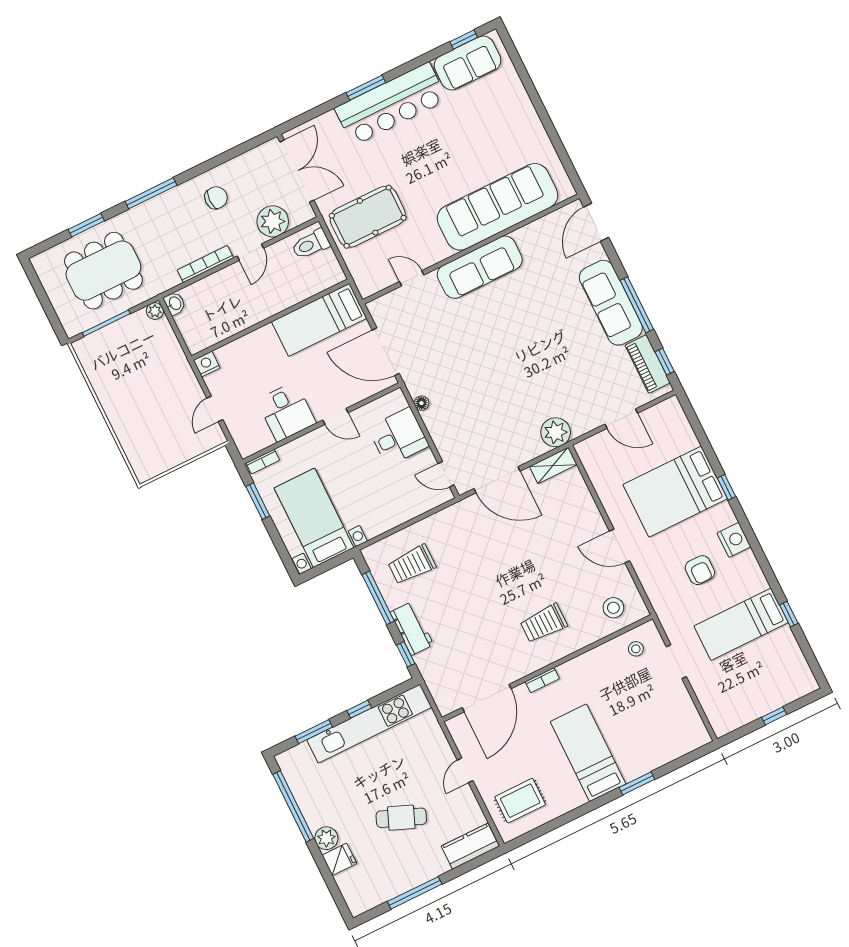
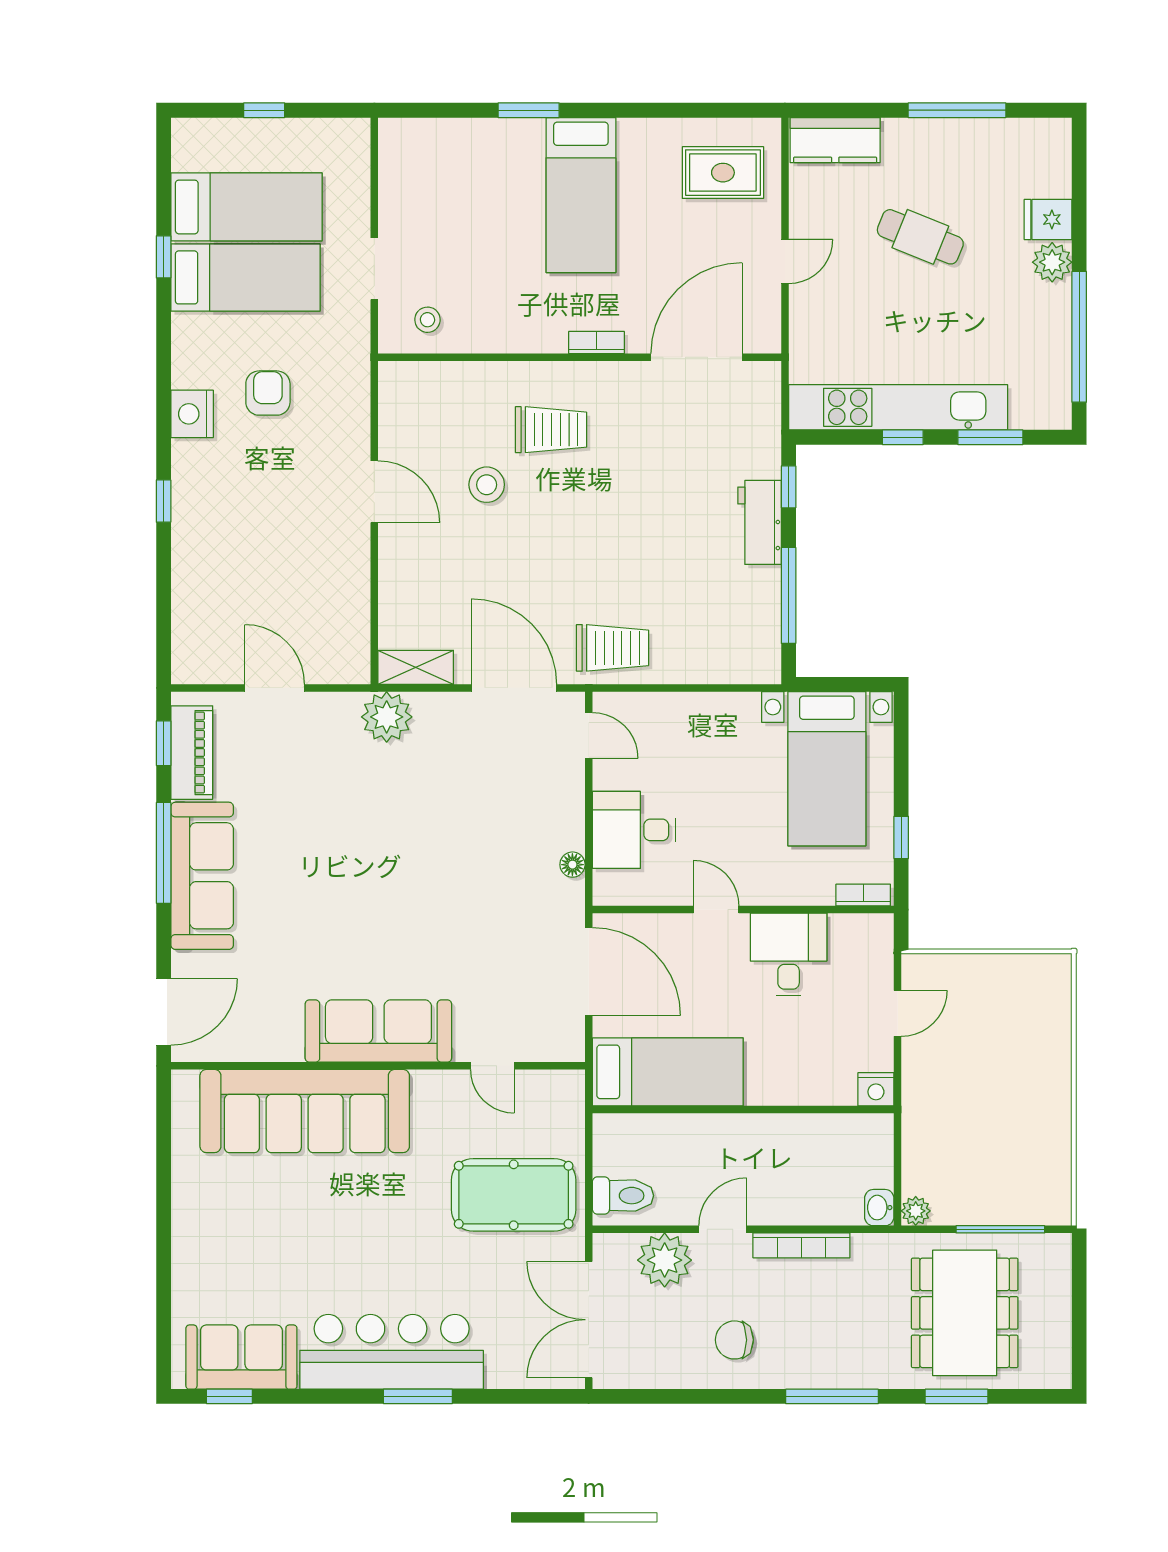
dining table: (103, 271) -> (965, 1313), turned 90
bed: (675, 492) -> (246, 207), moved, width x0.67
window: (258, 501) -> (901, 837), width x0.67
trolley: (412, 564) -> (613, 648), moved
stool: (613, 608) -> (487, 485), moved

